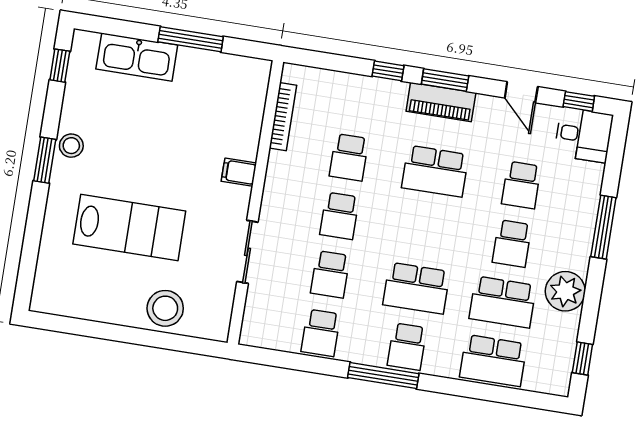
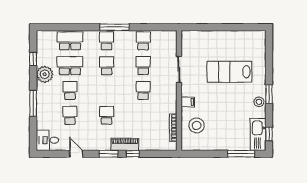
window: (191, 39) -> (241, 154), moved
kitchen sink: (137, 57) -> (258, 134), moved, turned -90
window: (579, 101) -> (52, 154), removed
piano: (441, 102) -> (125, 144), moved
school desk: (349, 157) -> (143, 115), removed
school desk: (435, 171) -> (107, 115), width x0.54
school desk: (416, 288) -> (107, 66), width x0.54
stool: (165, 308) -> (197, 125), moved
window: (582, 359) -> (33, 59), moved

